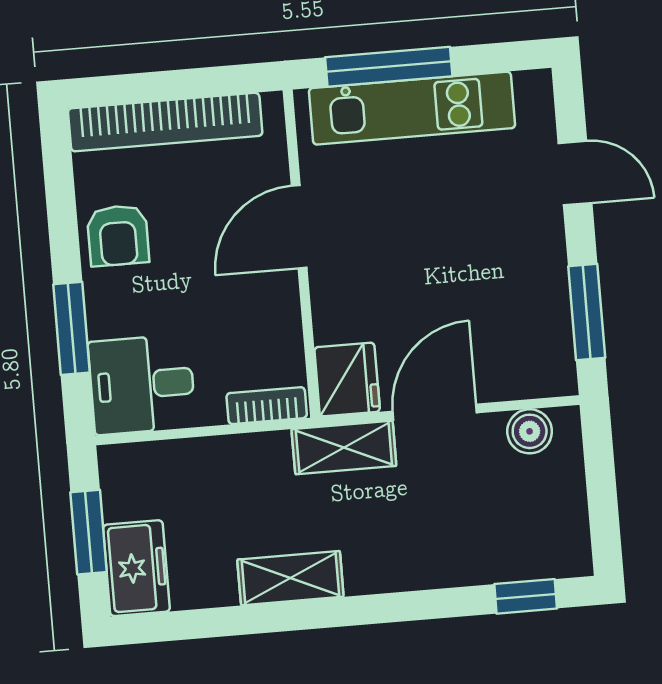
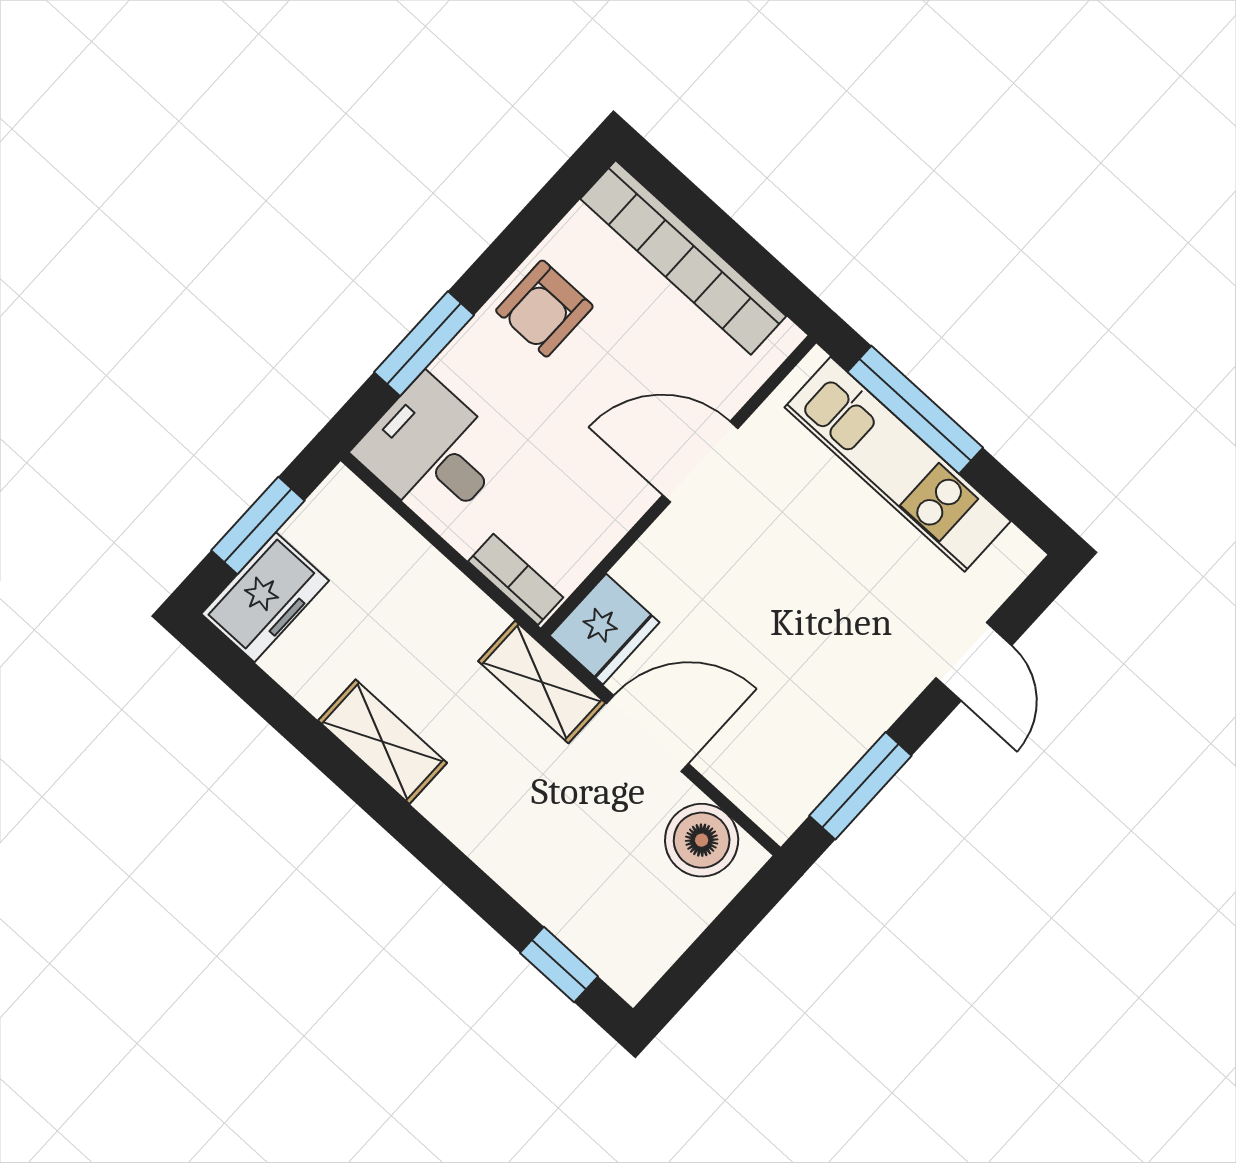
boiler: (530, 431) -> (702, 840), width x1.36, depth x1.36

